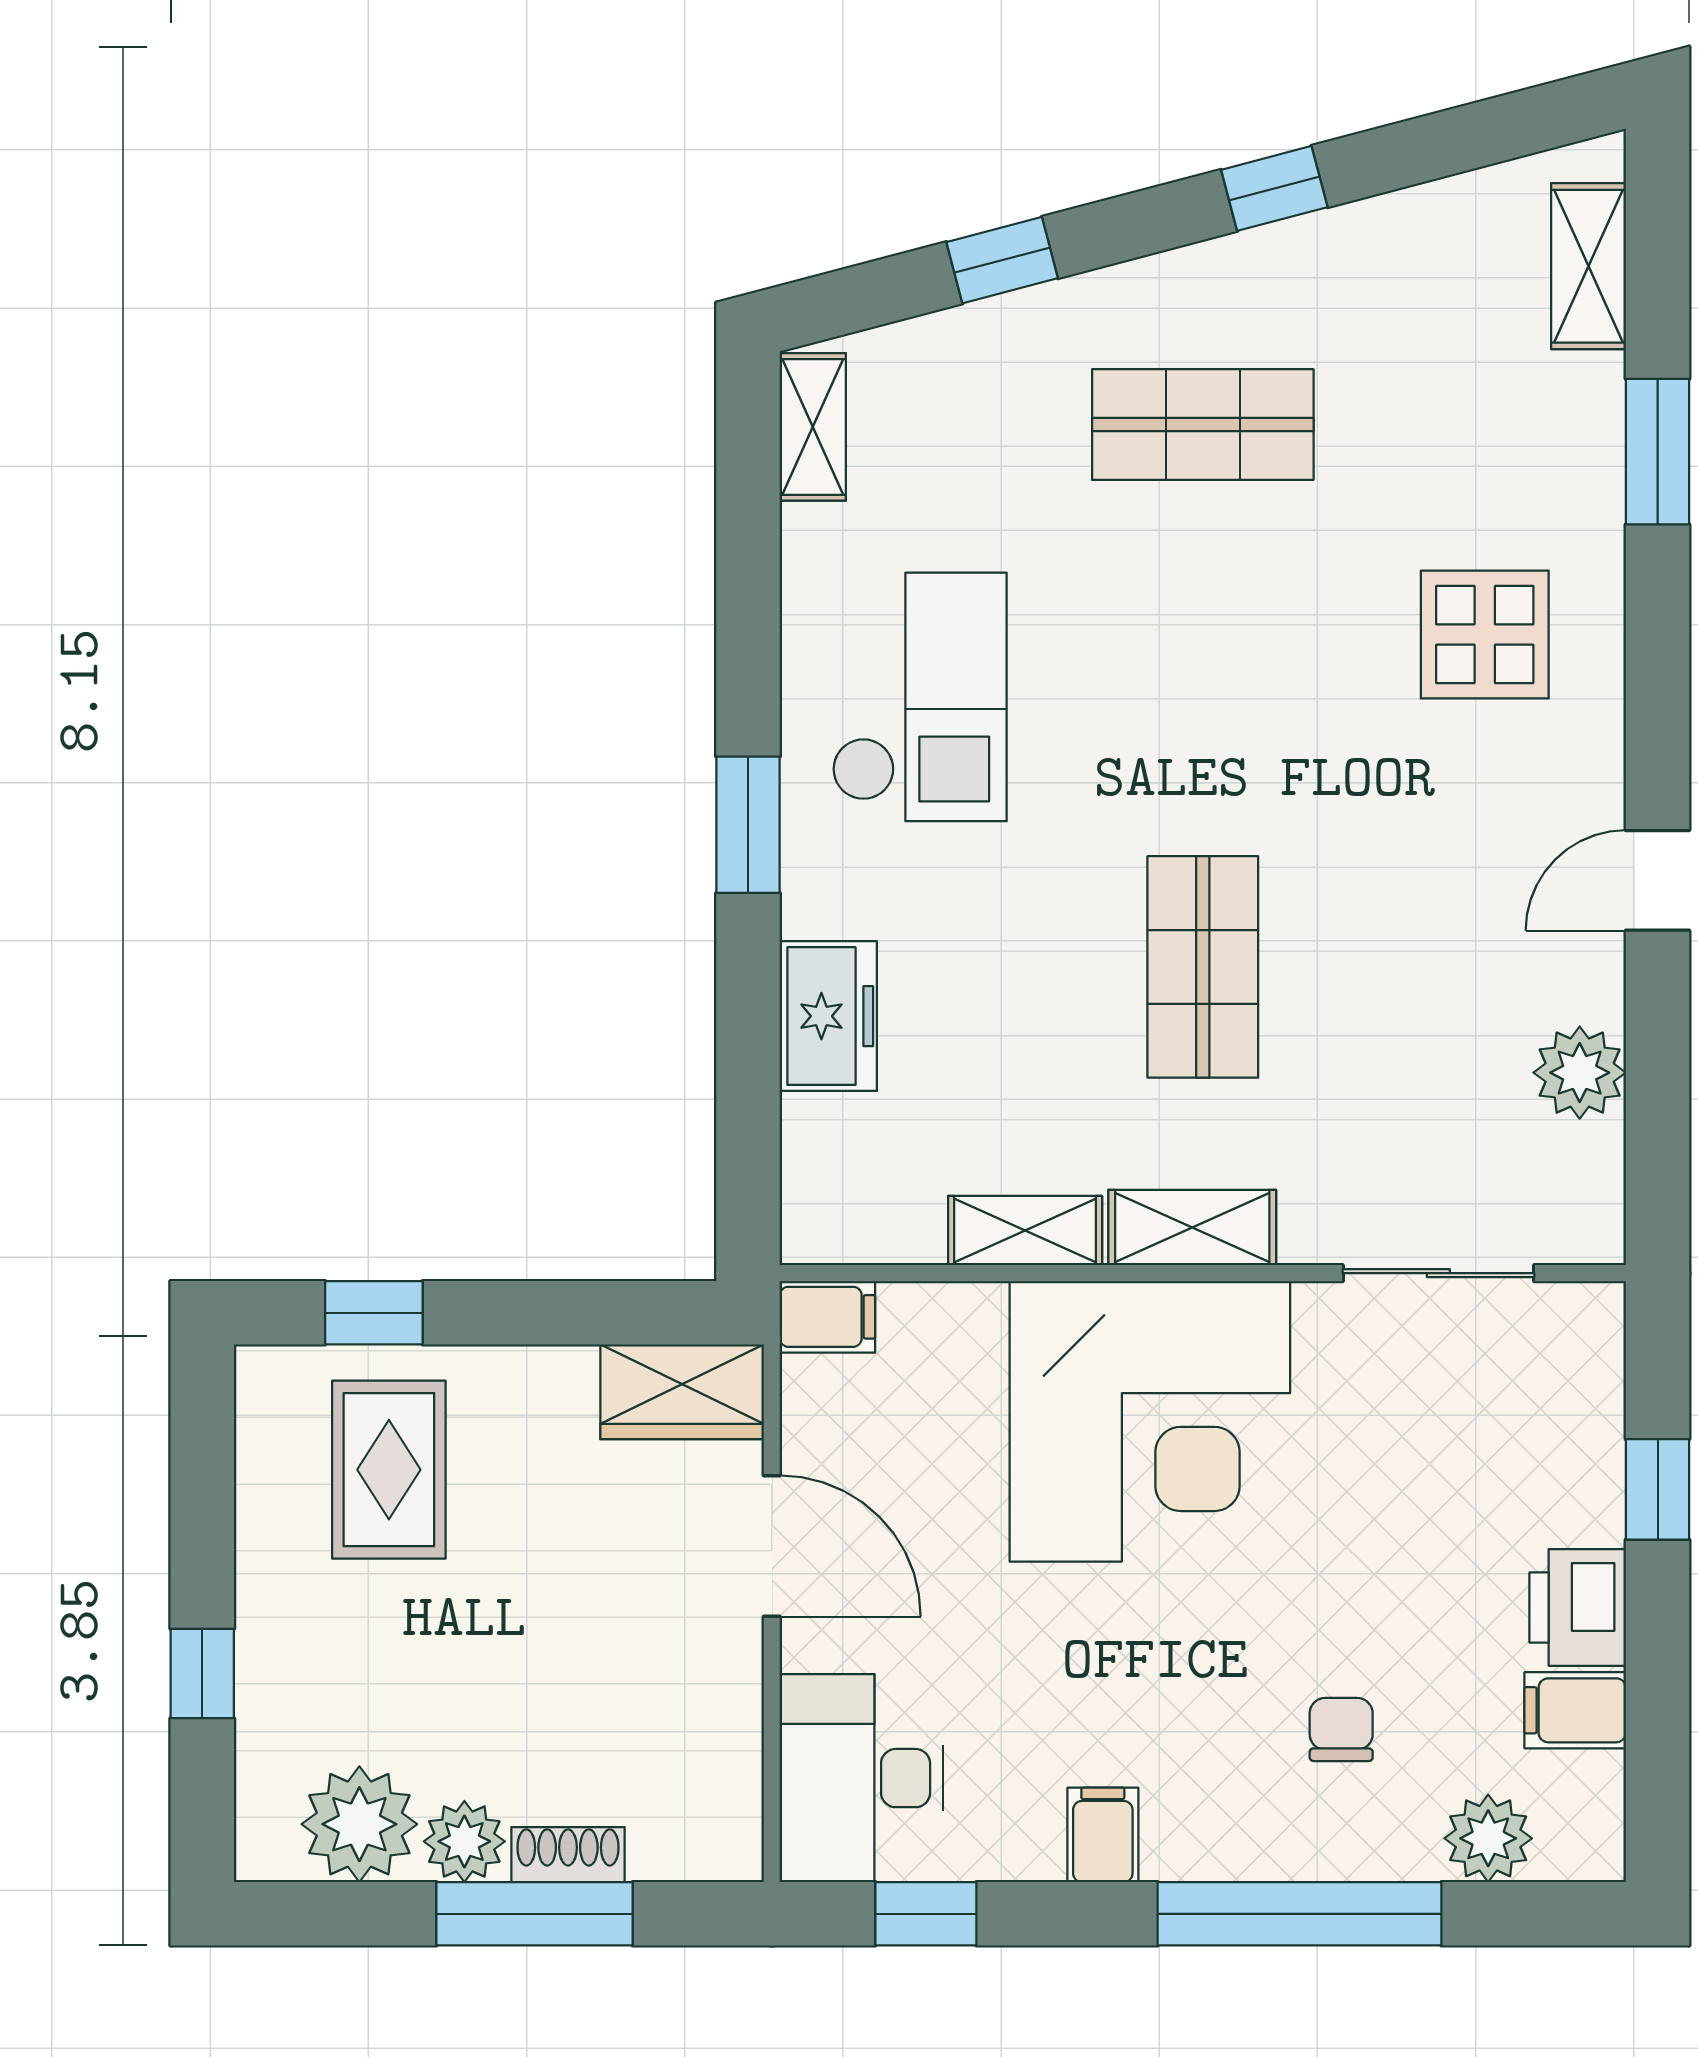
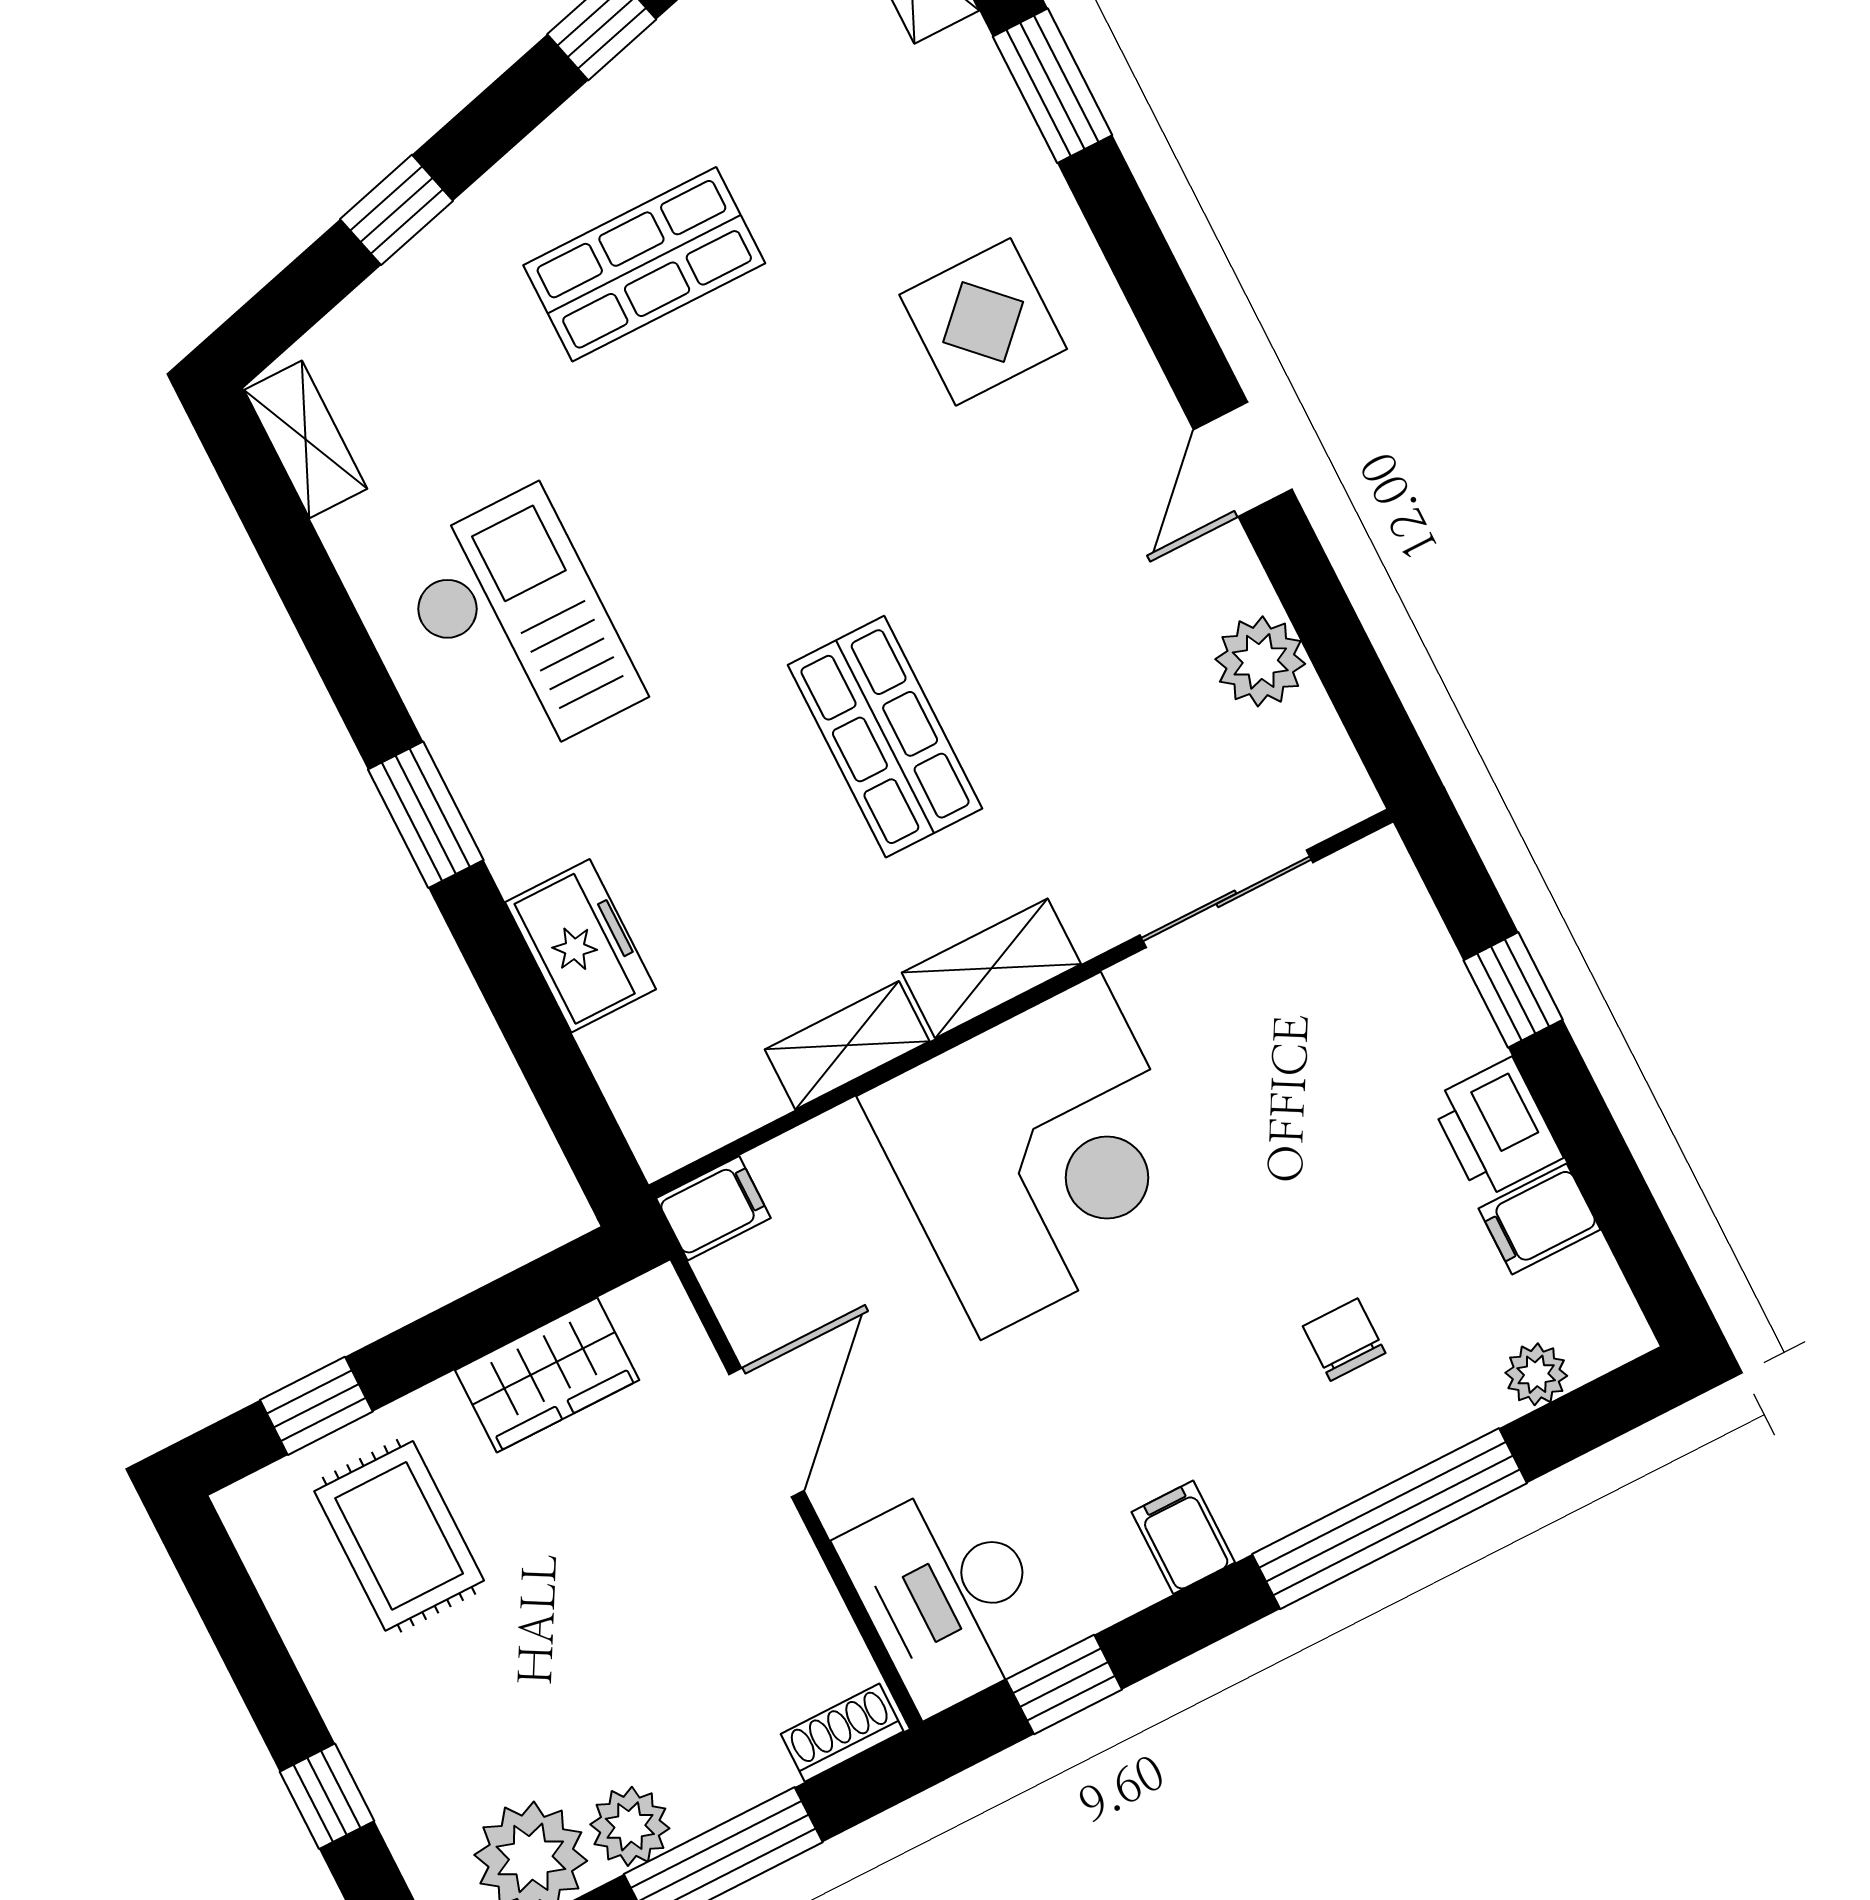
wardrobe: (682, 1392) -> (547, 1375), moved
door: (772, 1546) -> (767, 1432), hinge flipped
plant: (1488, 1838) -> (1536, 1374), width x0.73, depth x0.73
shoe rack: (568, 1855) -> (842, 1733), moved

